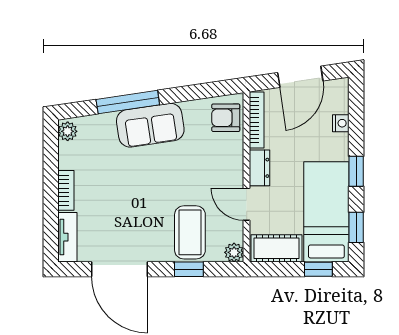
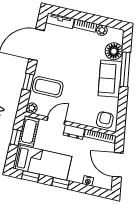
floor lamp: (100, 129) -> (114, 51), added
plant: (68, 131) -> (102, 30), moved
window: (318, 269) -> (16, 137), moved

